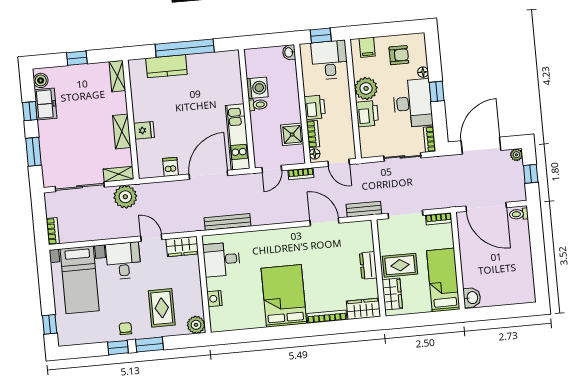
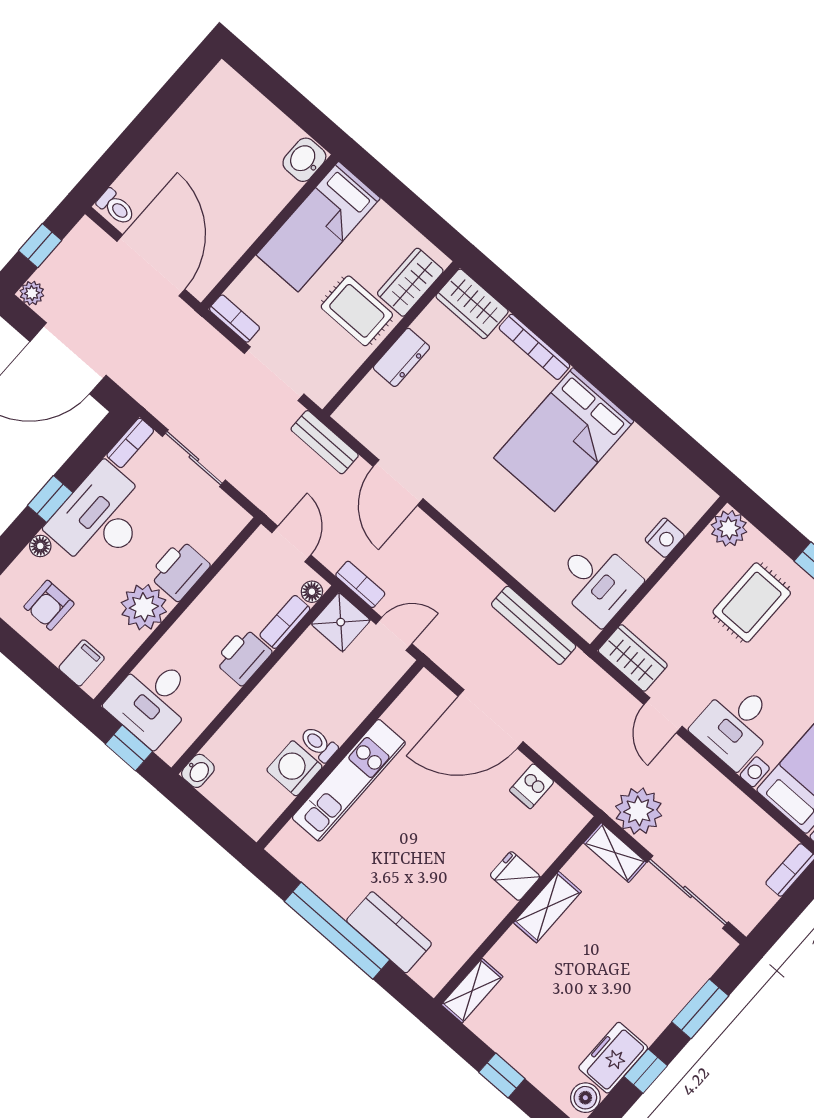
armchair: (399, 55) -> (49, 605), turned -90
shower: (292, 134) -> (341, 622), moved
kitchen unit: (238, 137) -> (349, 780), moved

